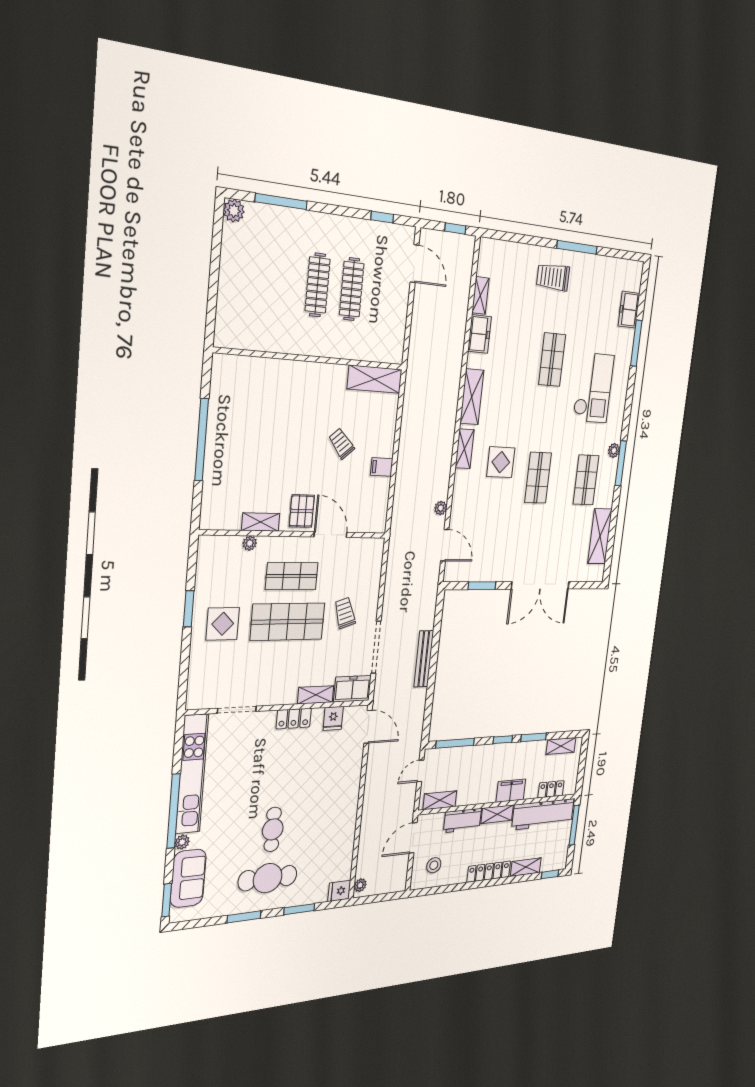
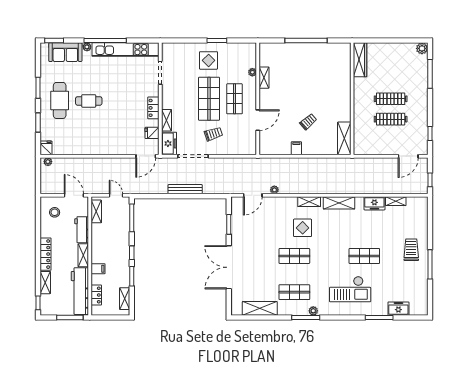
wardrobe: (245, 337) -> (360, 60), added
pallet: (302, 511) -> (270, 101), removed
filing cabinet: (511, 791) -> (98, 269), width x0.50

